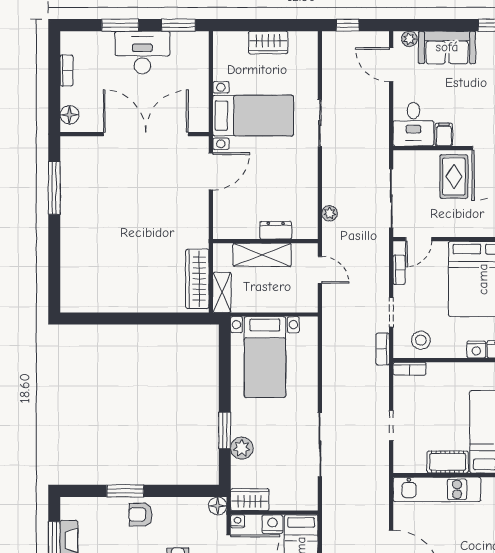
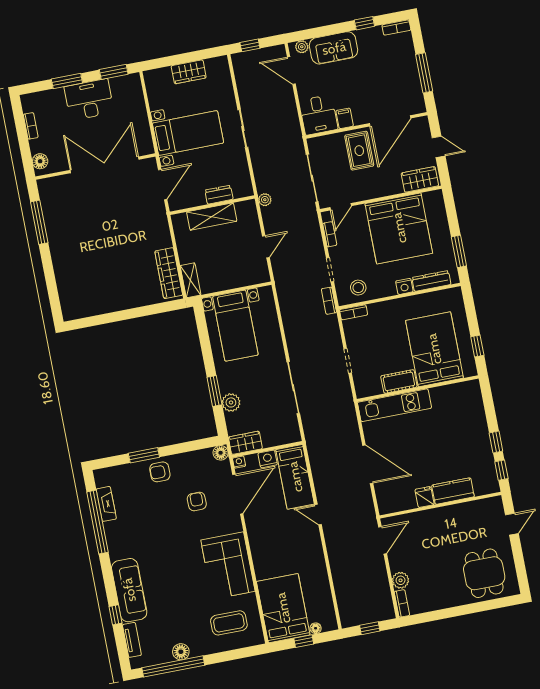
dresser: (276, 230) -> (219, 195), moved
wall: (265, 241) -> (212, 205), moved
shelving: (262, 255) -> (212, 217), moved
door: (320, 270) -> (266, 247), hinge flipped

